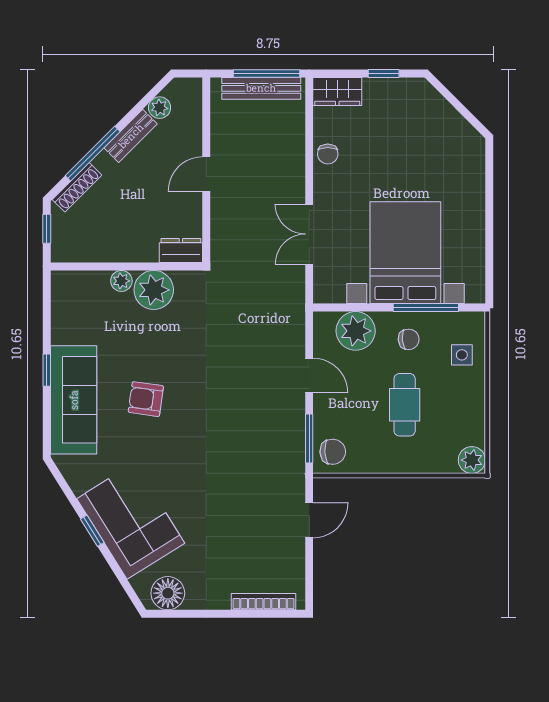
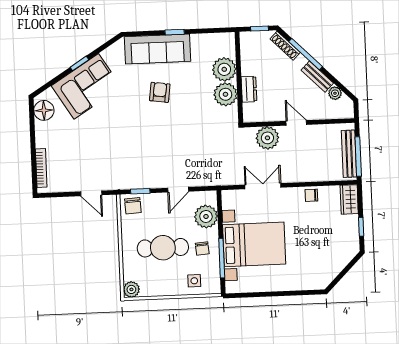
plant: (229, 223) -> (267, 138), added
dresser: (181, 250) -> (249, 89), moved
plant: (121, 281) -> (224, 69), width x1.87, depth x1.87
cafe table: (405, 405) -> (163, 248), width x1.37, depth x1.35
window: (309, 439) -> (140, 191), width x0.67

